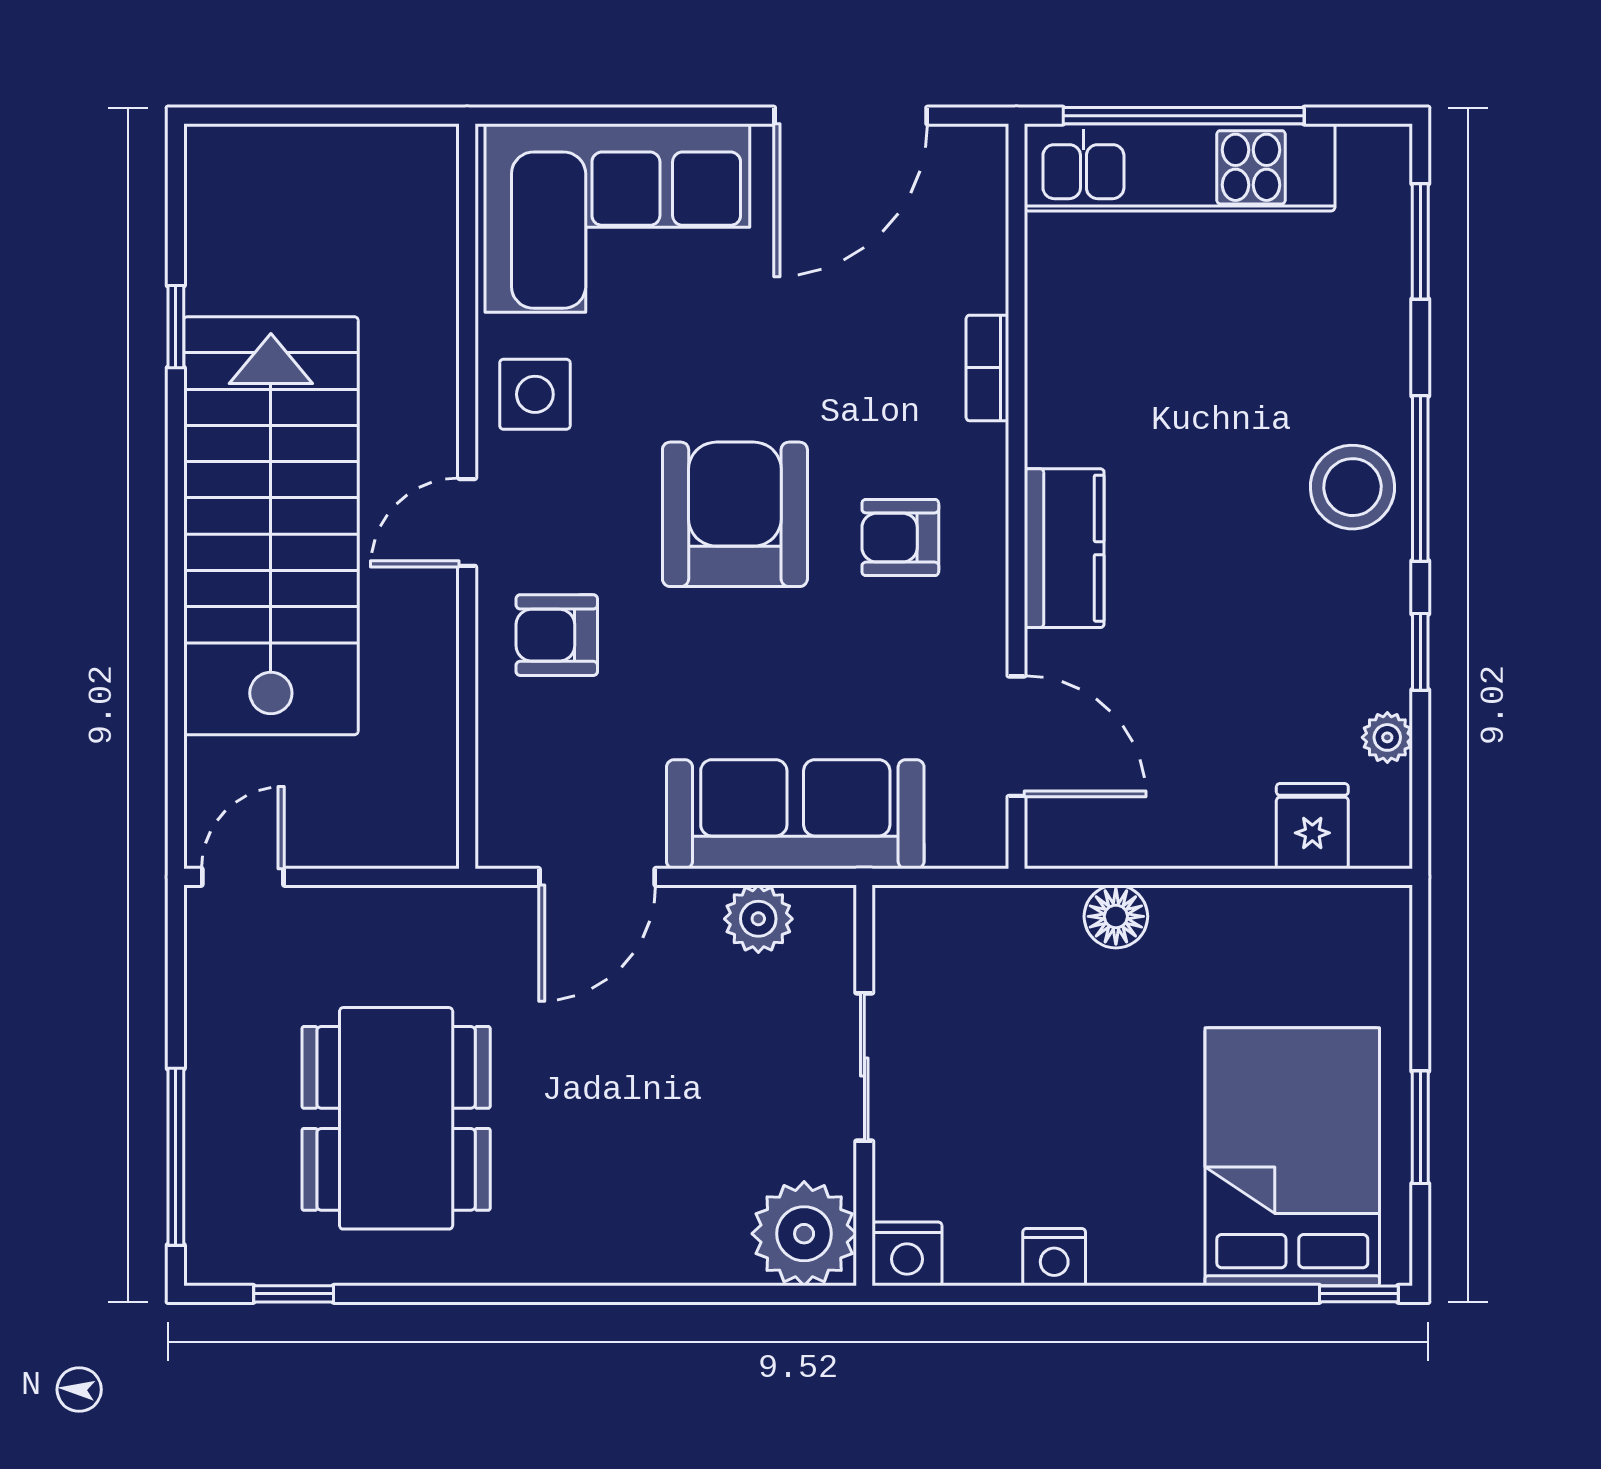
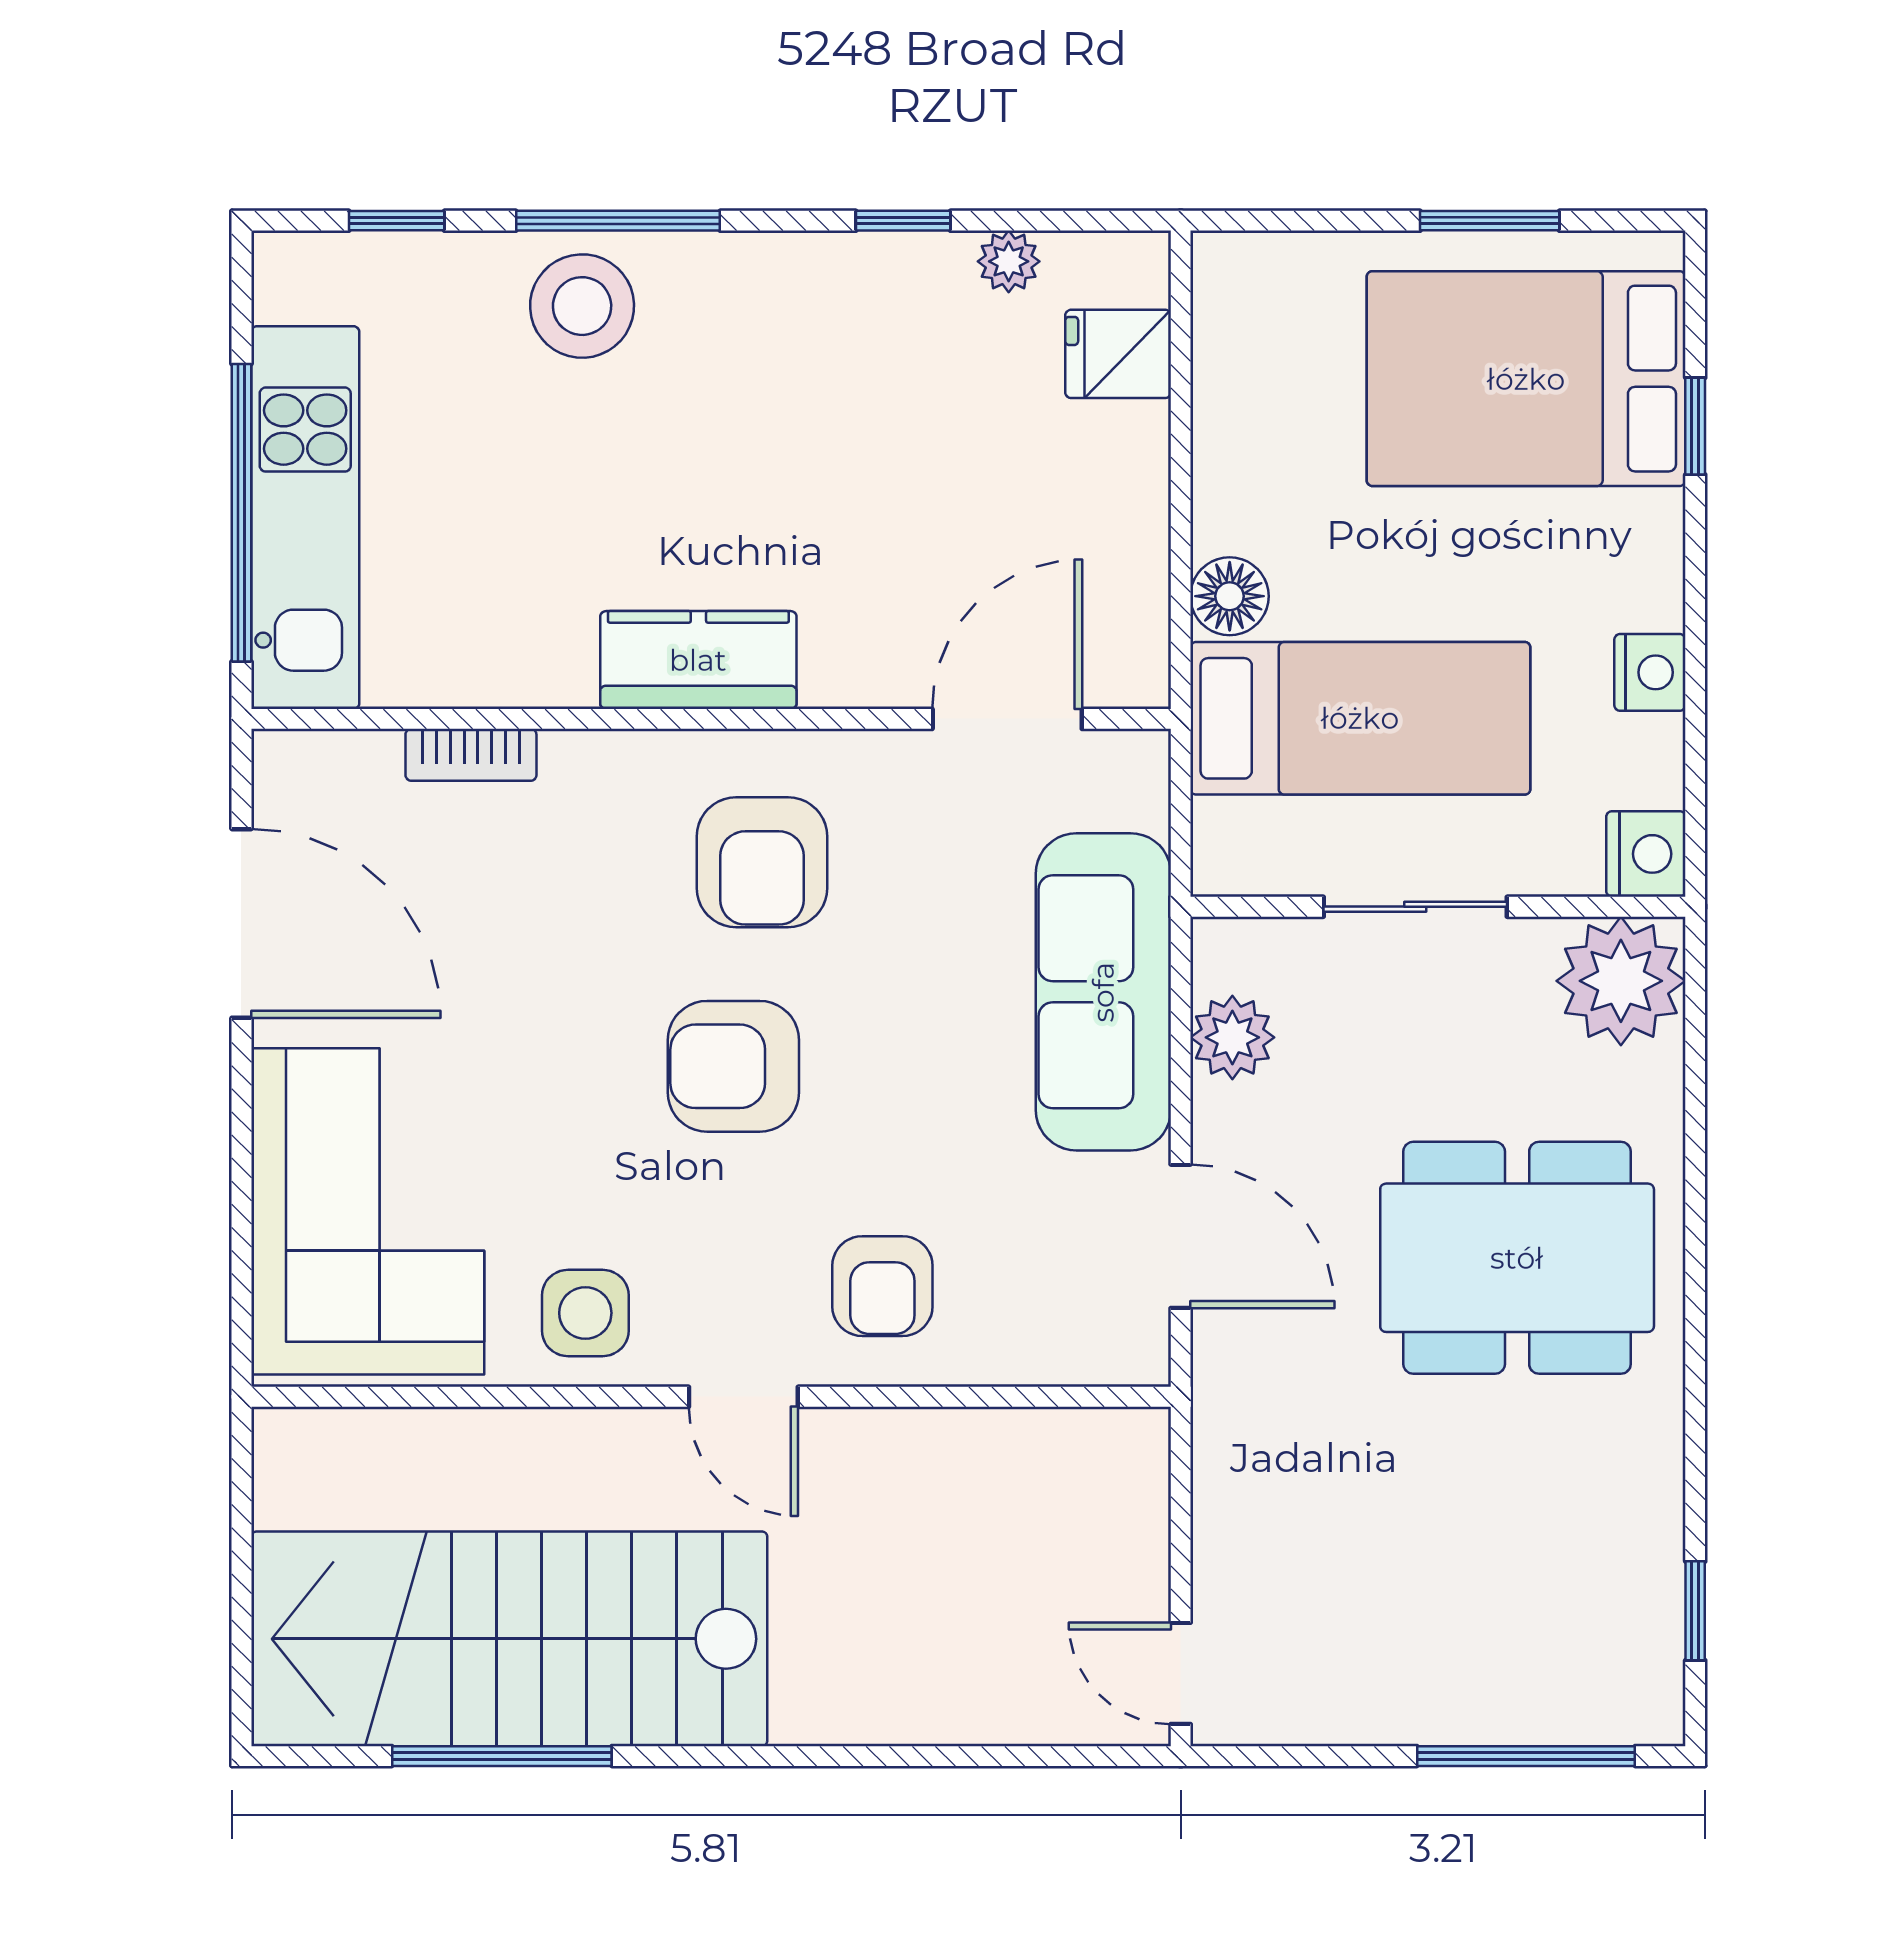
window: (1420, 241) -> (397, 221), width x0.67
window: (176, 327) -> (502, 1756), width x2.17
bookcase: (987, 368) -> (471, 755), moved
window: (1420, 478) -> (618, 221), moved
stool: (1352, 487) -> (582, 306), moved
armchair: (735, 514) -> (733, 1066), width x0.73, depth x0.73
stairs: (271, 526) -> (509, 1639), moved
armchair: (900, 538) -> (762, 862), width x1.38, depth x1.38
kitchen counter: (1064, 548) -> (698, 660), moved
bed: (1017, 1022) -> (1360, 718), added
dining table: (396, 1118) -> (1517, 1258), moved
window: (1359, 1294) -> (1695, 426), moved

